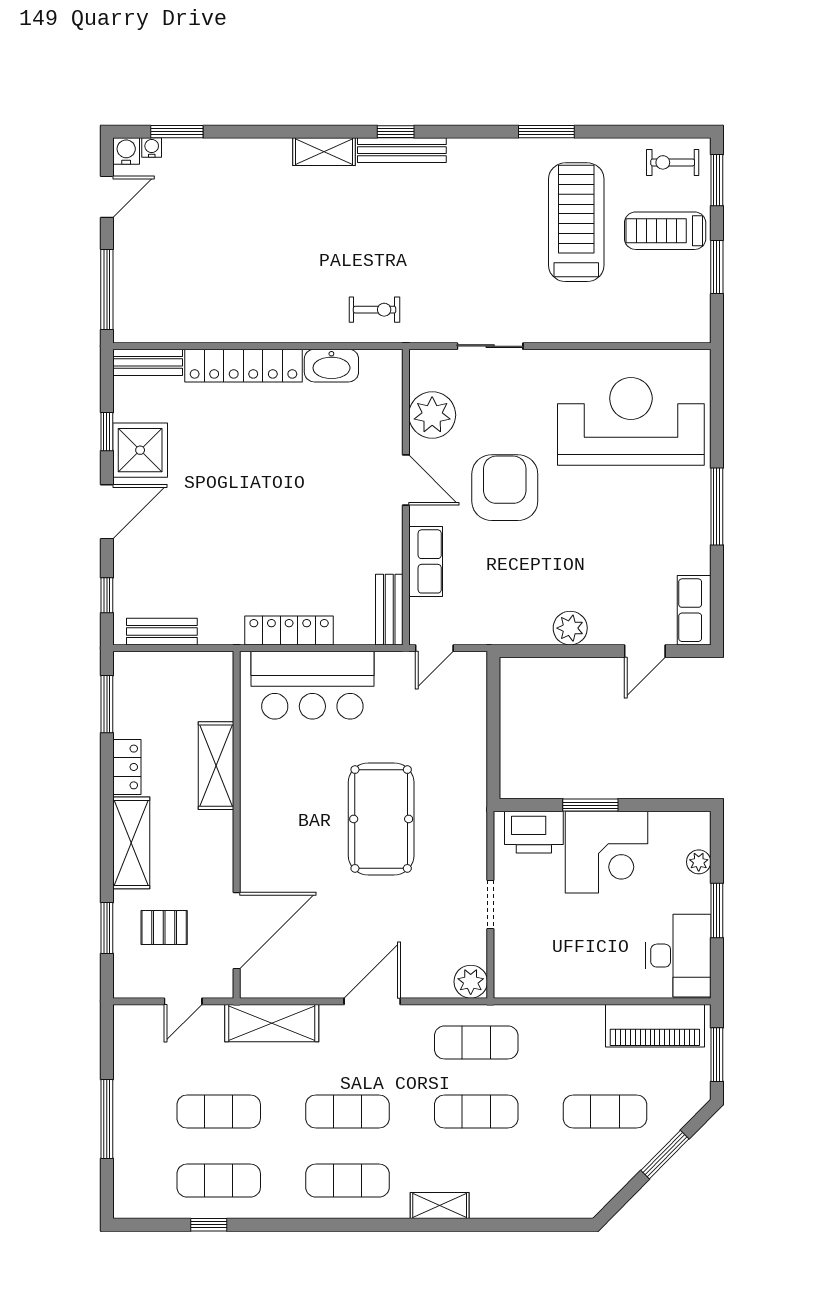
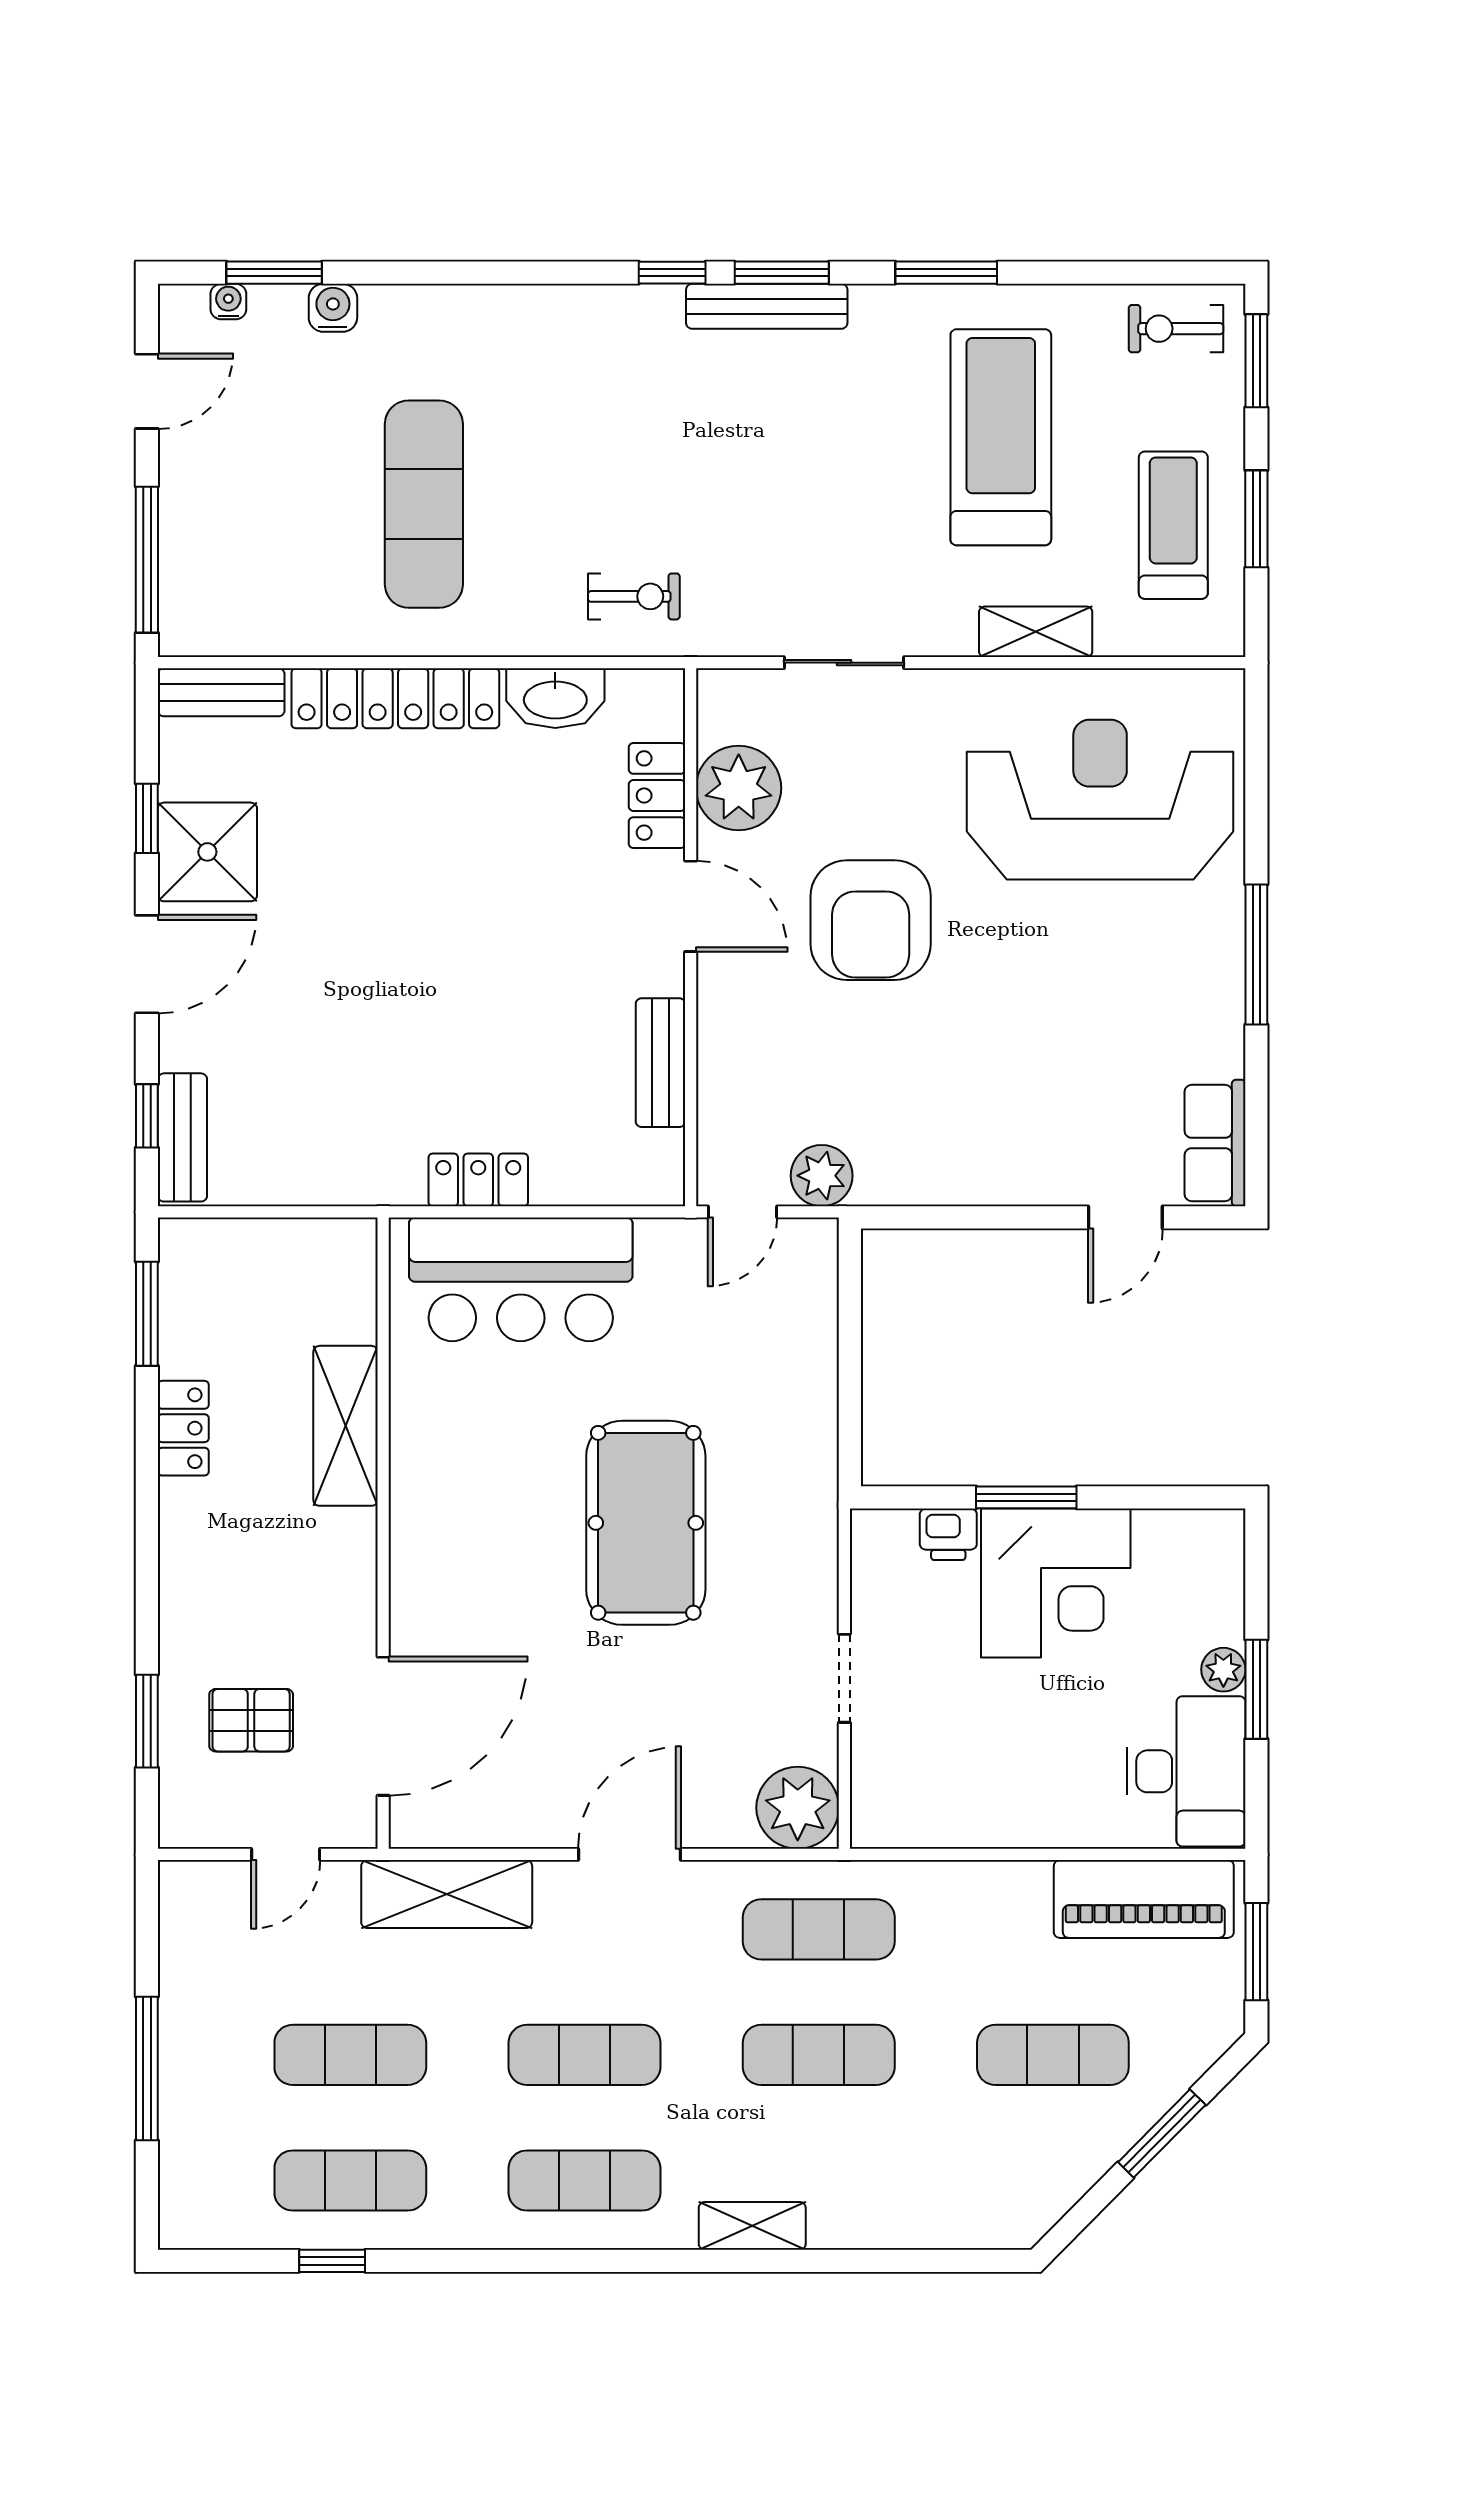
window: (456, 132) -> (782, 273), added
bench: (402, 150) -> (767, 306), moved
water cooler: (126, 151) -> (333, 308), moved
shelving: (324, 152) -> (1036, 632), moved
treadmill: (665, 231) -> (1173, 525), moved, turned 90
exercise mat: (259, 259) -> (424, 504), added
locker: (387, 419) -> (657, 796), added
armchair: (505, 488) -> (871, 920), turned 180
row of seats: (426, 561) -> (727, 1054), removed
bench: (389, 610) -> (660, 1063), moved
plant: (570, 628) -> (822, 1176), moved
locker: (289, 630) -> (478, 1180), width x0.66
bench: (162, 632) -> (182, 1137), moved, turned 90
printer: (534, 832) -> (948, 1534), width x0.53, depth x0.68
shelving: (131, 843) -> (191, 1566), removed
plant: (699, 862) -> (1223, 1670), moved
plant: (471, 982) -> (798, 1808), width x1.36, depth x1.36

